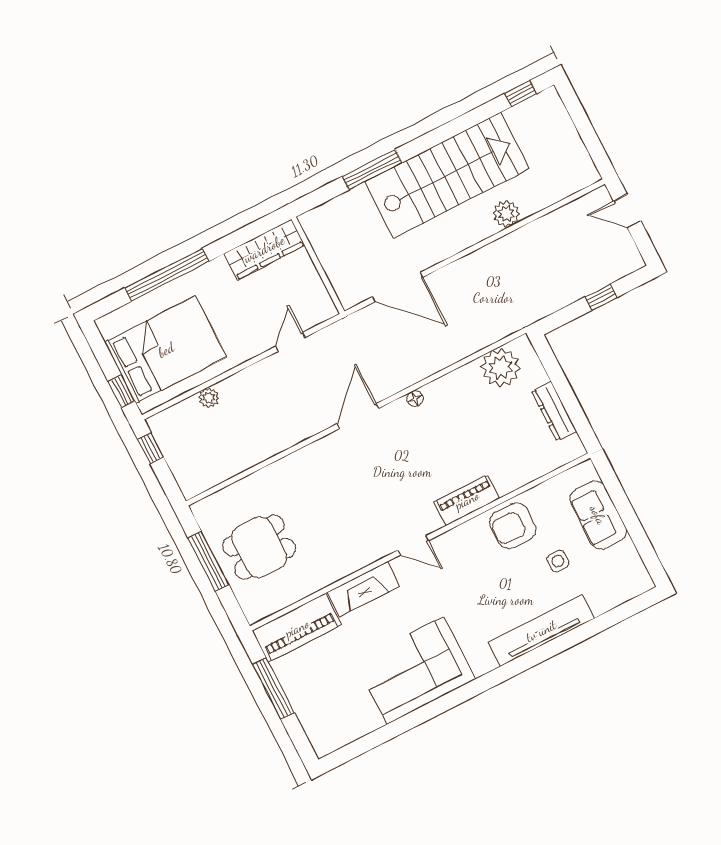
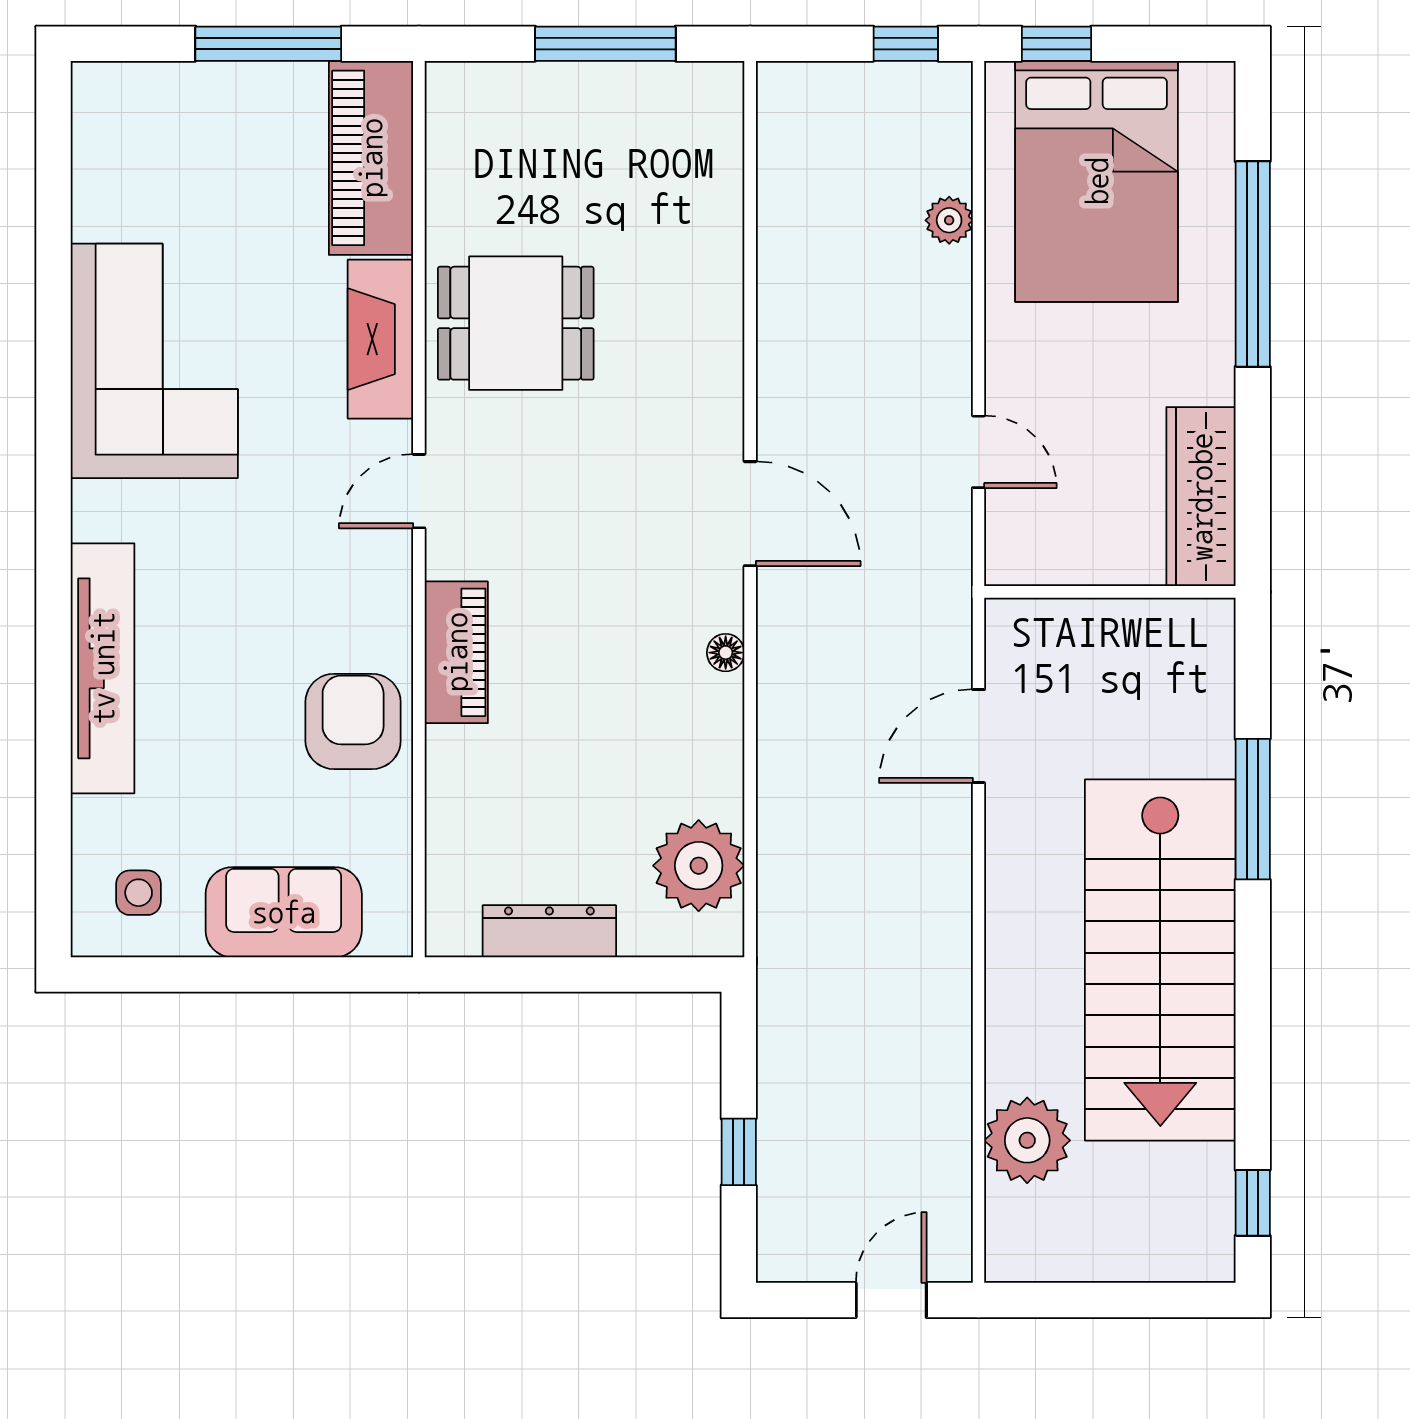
plant: (506, 214) -> (1027, 1140), moved, width x1.36, depth x1.36
door: (398, 287) -> (979, 736), width x0.73
dining table: (259, 547) -> (516, 323), moved, turned 90
side table: (558, 561) -> (139, 893), moved

